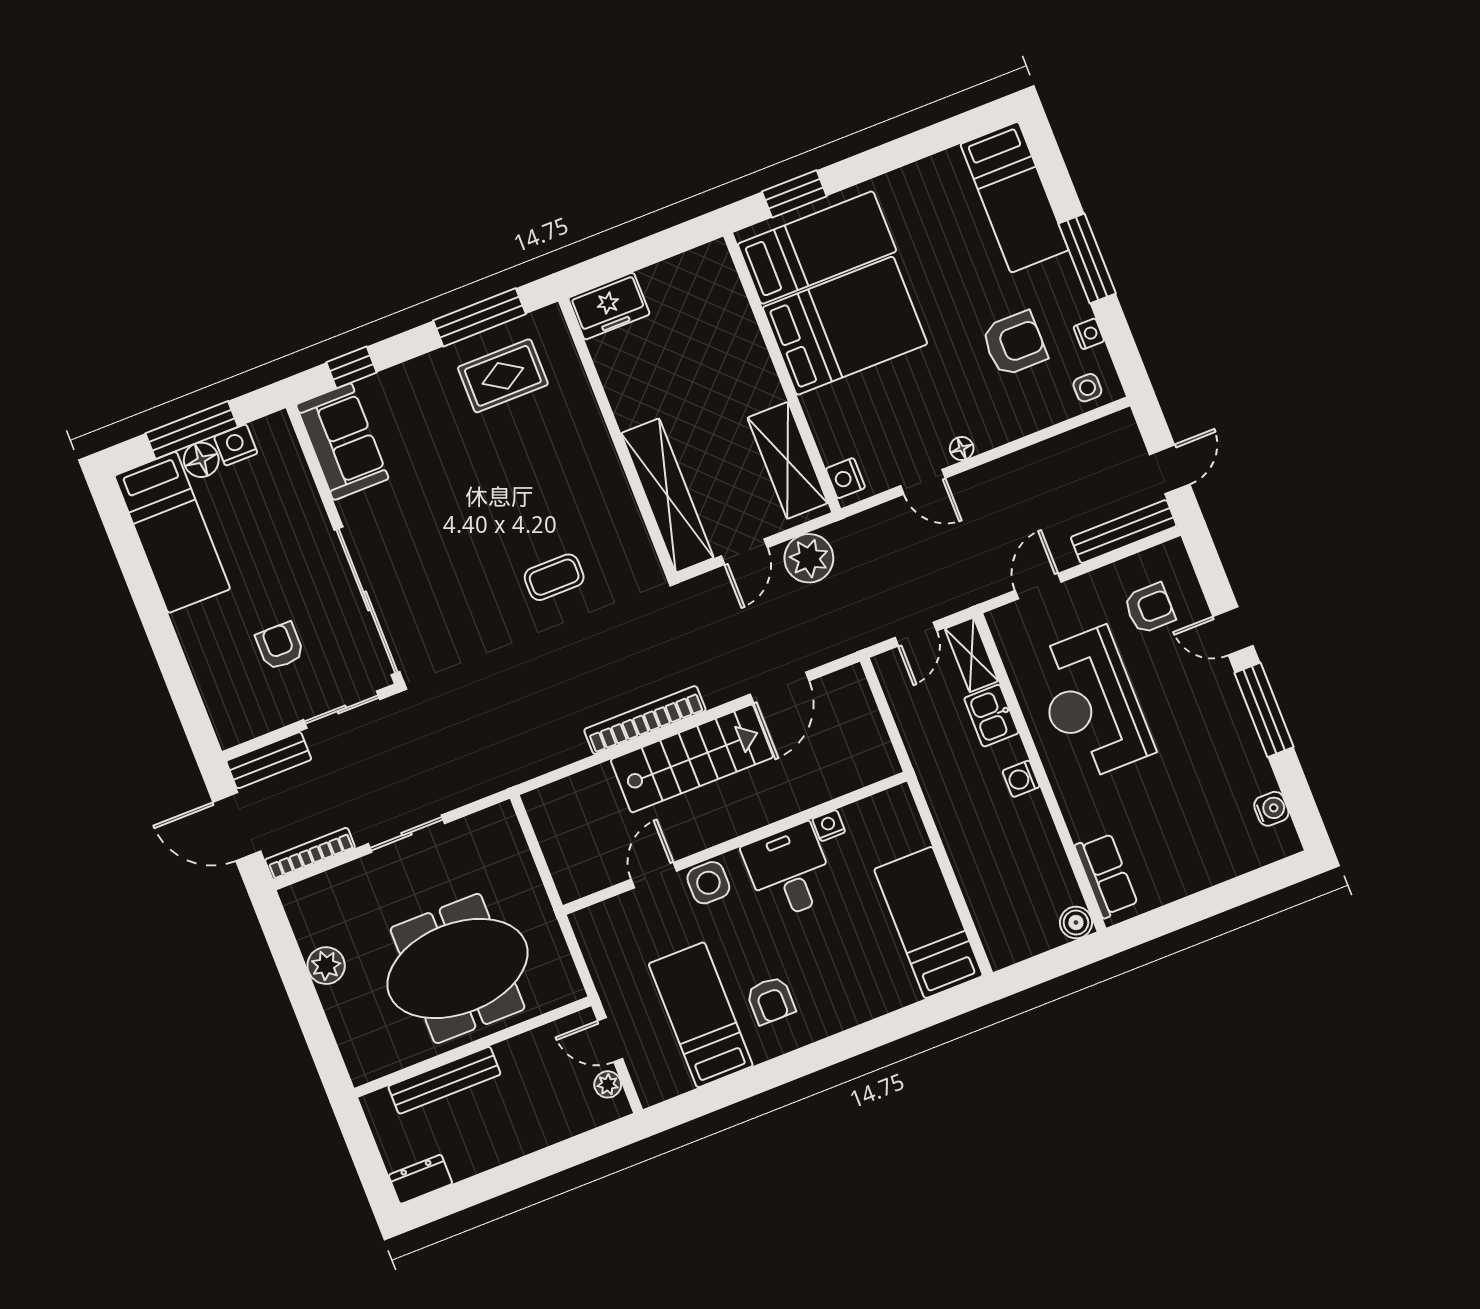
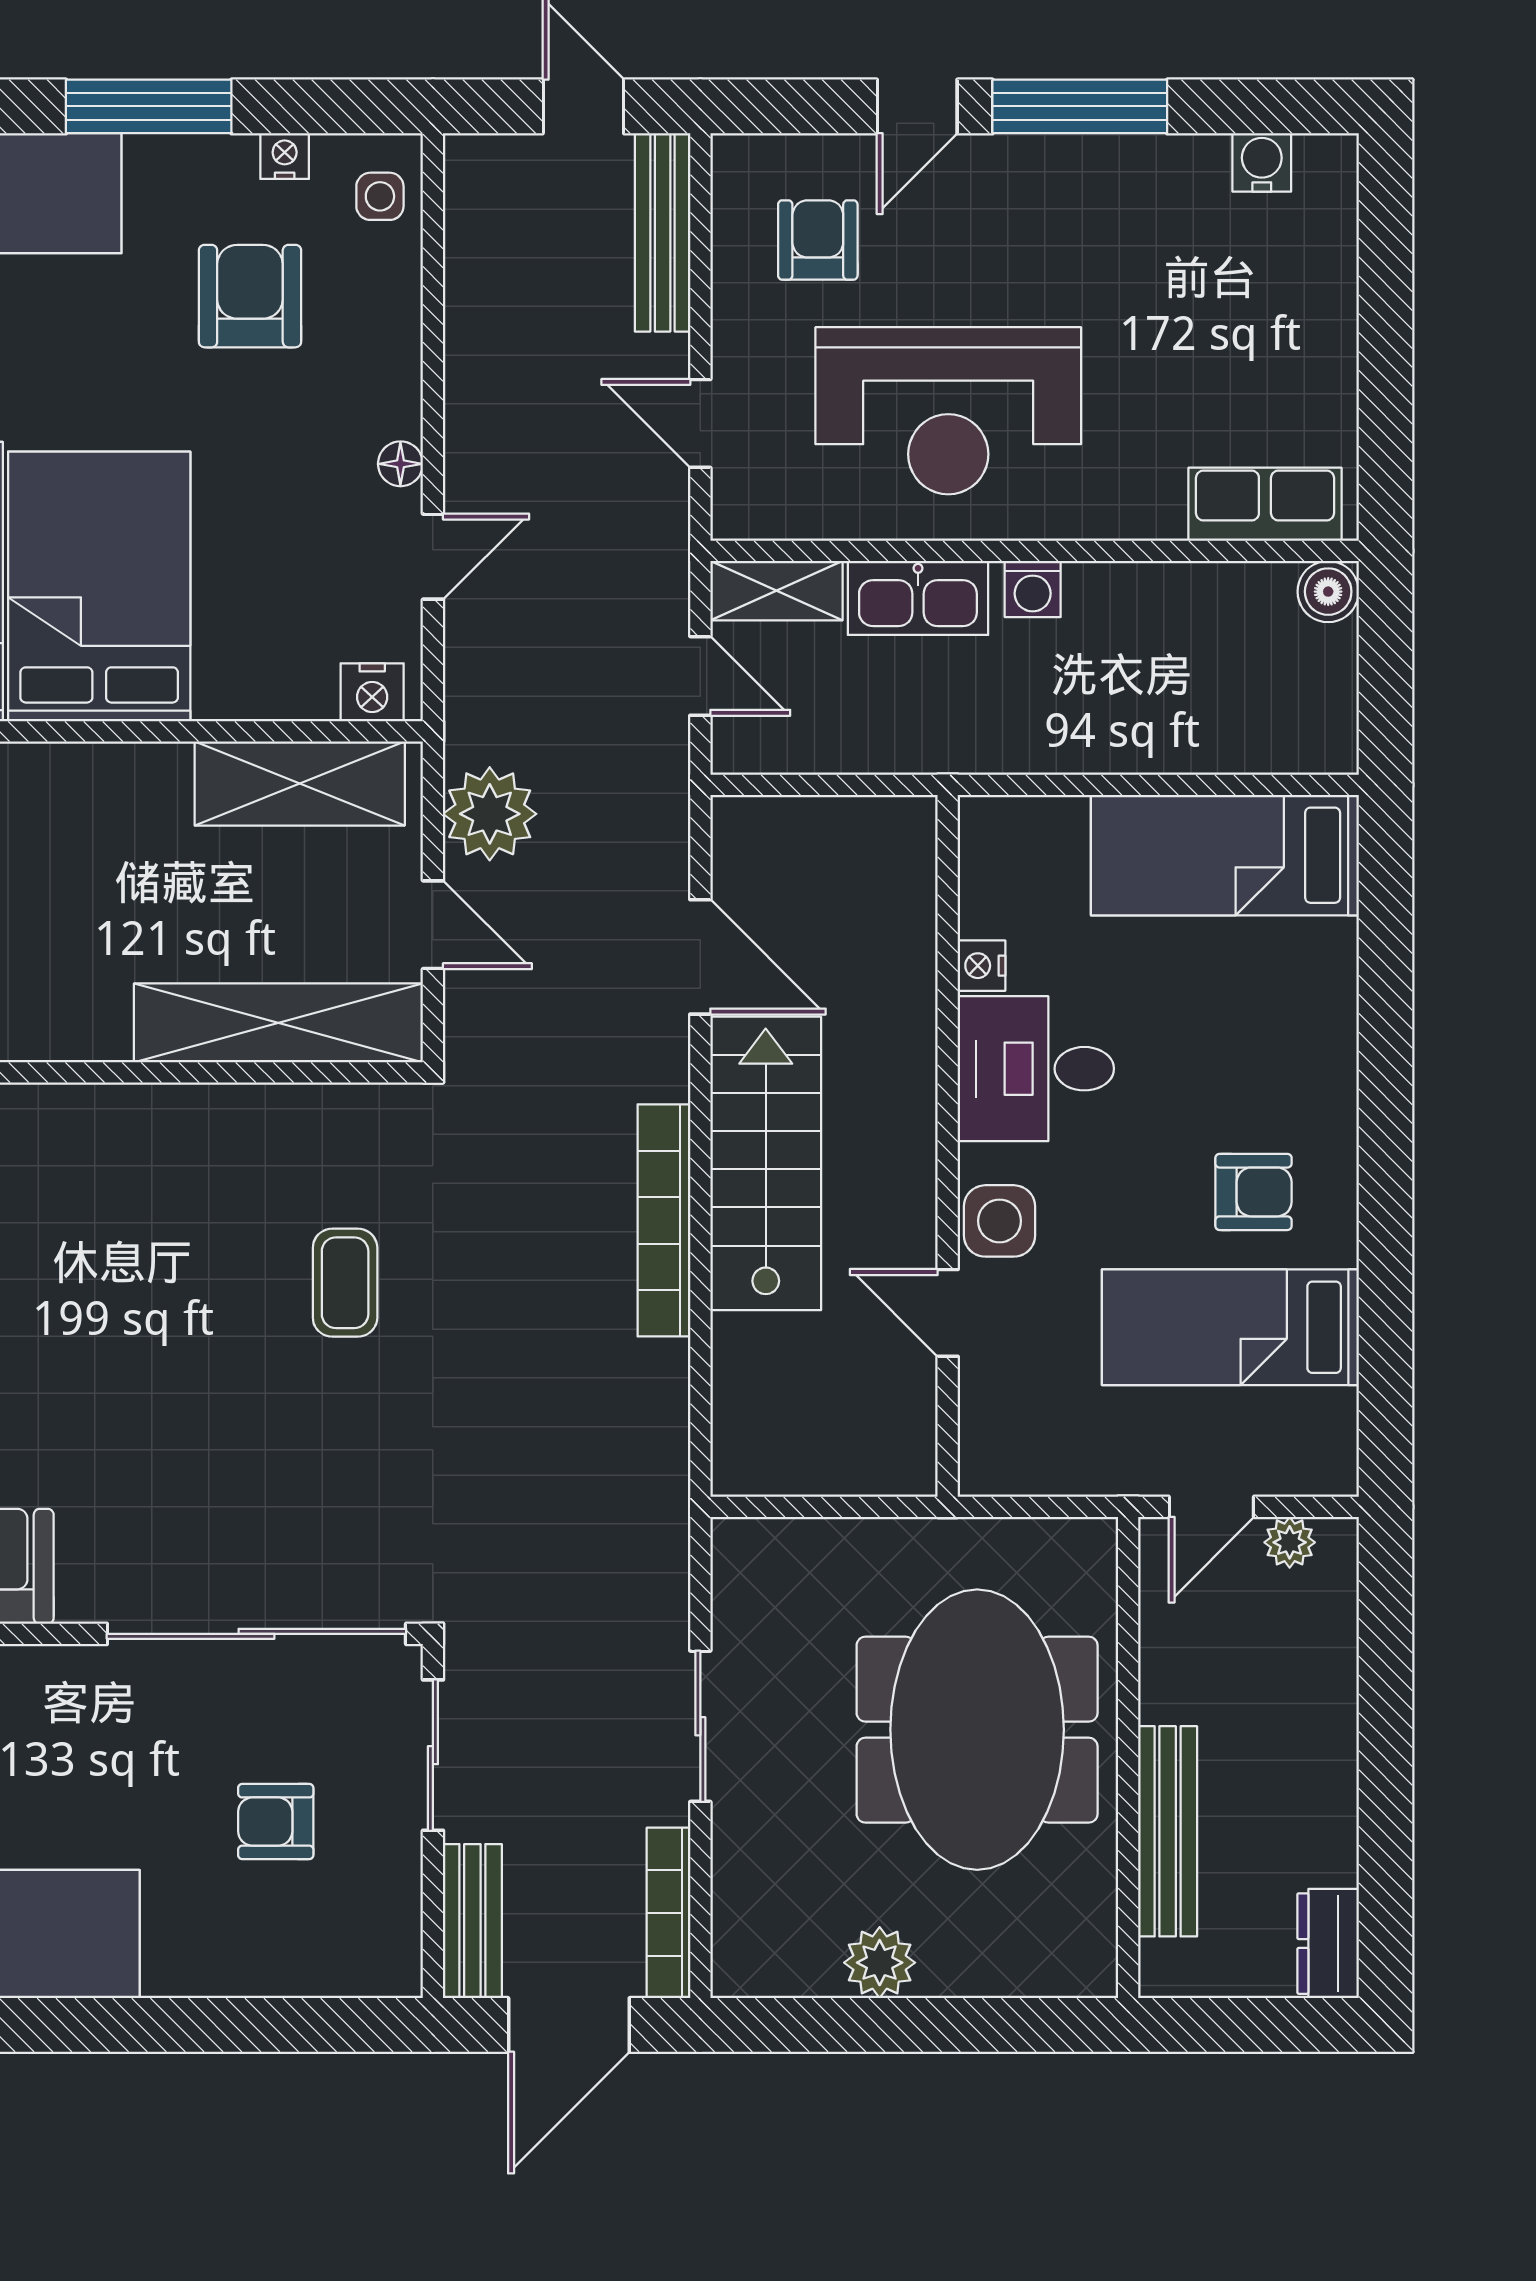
kitchen sink: (991, 716) -> (918, 598), width x1.38

